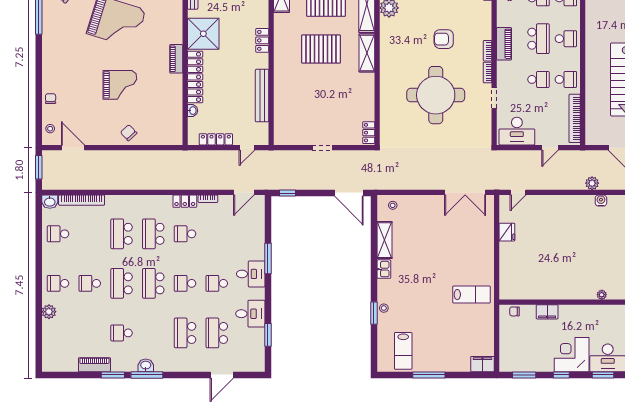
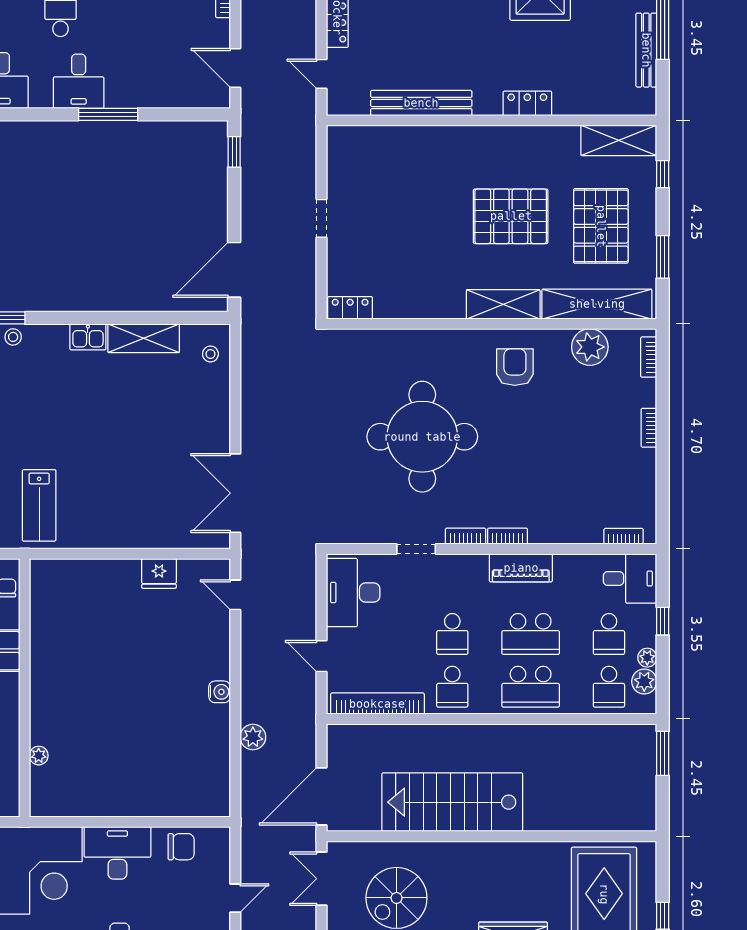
armchair: (444, 39) -> (515, 367), moved
school desk: (566, 39) -> (531, 687), width x1.85
pallet: (321, 49) -> (511, 216), turned 90
water cooler: (601, 201) -> (220, 692), moved

